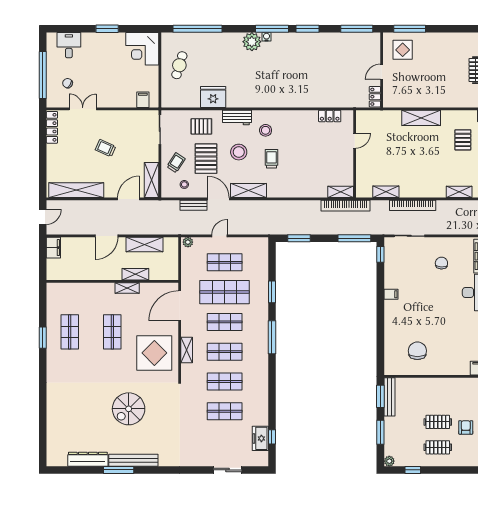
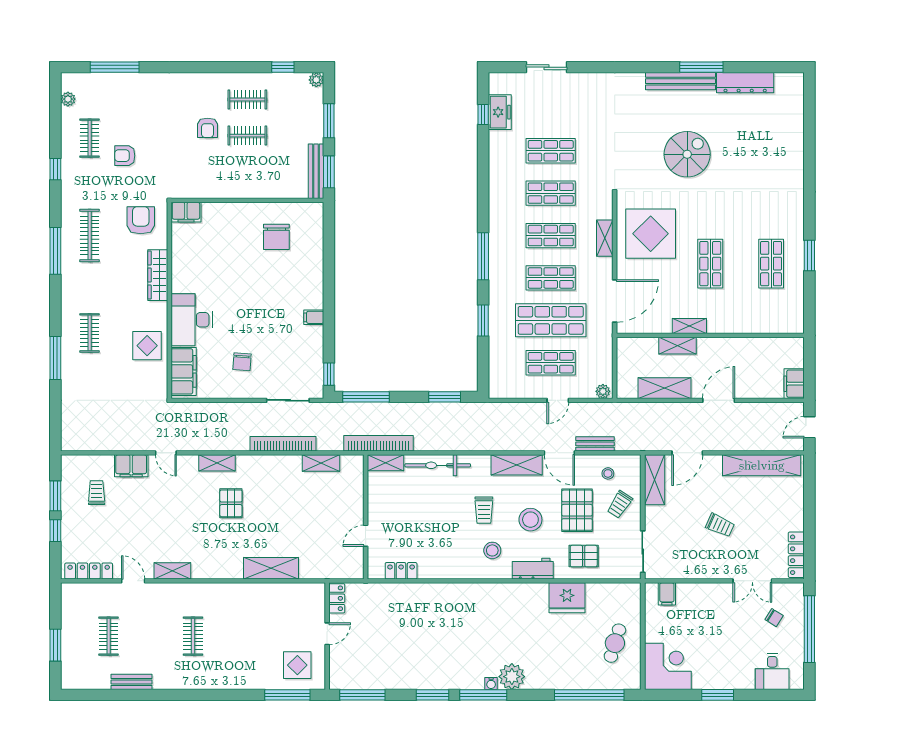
pallet: (463, 140) -> (231, 503), moved
bicycle: (304, 190) -> (438, 465), added

